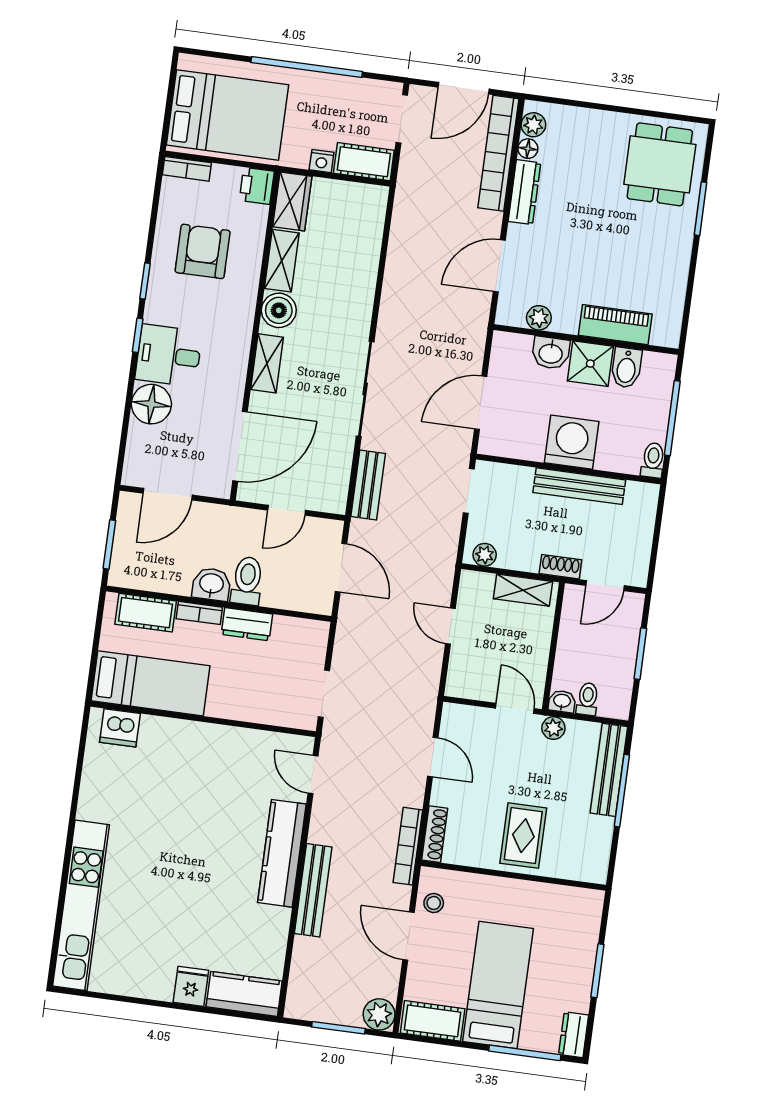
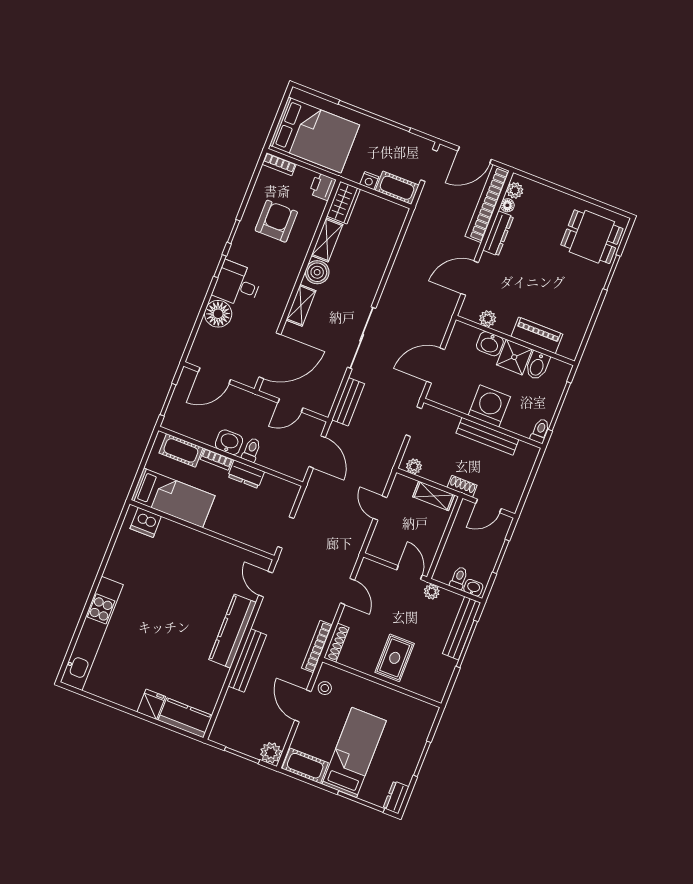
dining table: (660, 164) -> (592, 237), turned 90
toilet: (247, 581) -> (251, 450), width x0.73, depth x0.72
washbasin: (562, 701) -> (473, 588), moved

